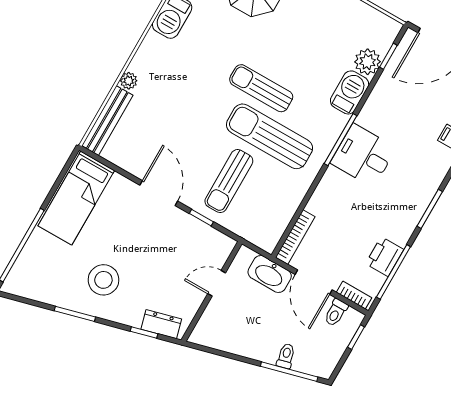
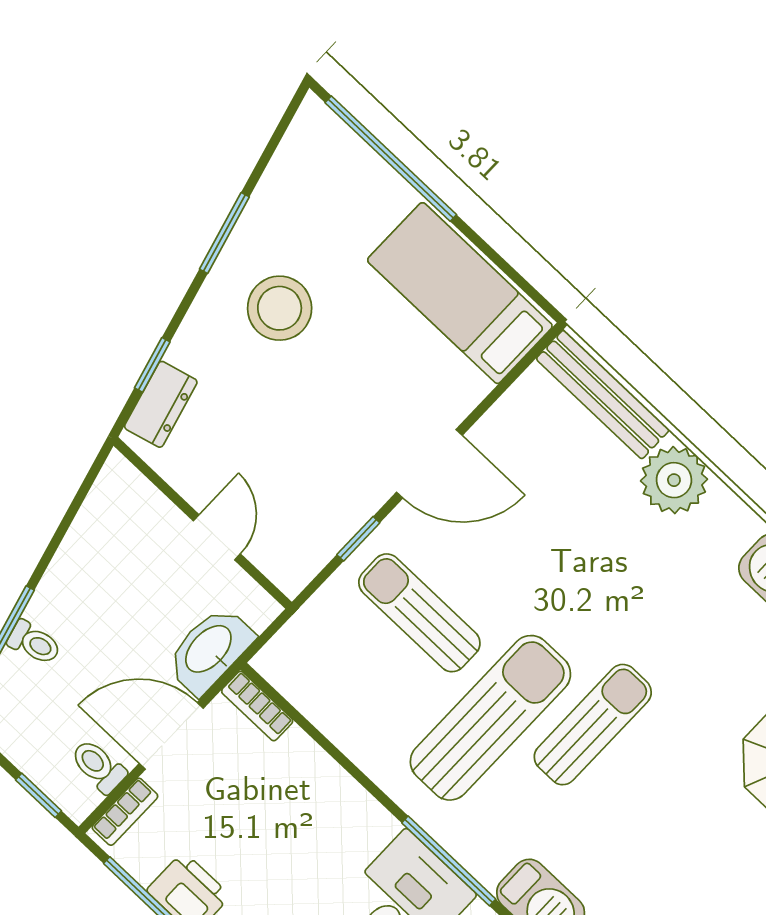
plant: (129, 81) -> (674, 480), width x1.88, depth x1.88
bookcase: (295, 237) -> (257, 706), width x0.64

